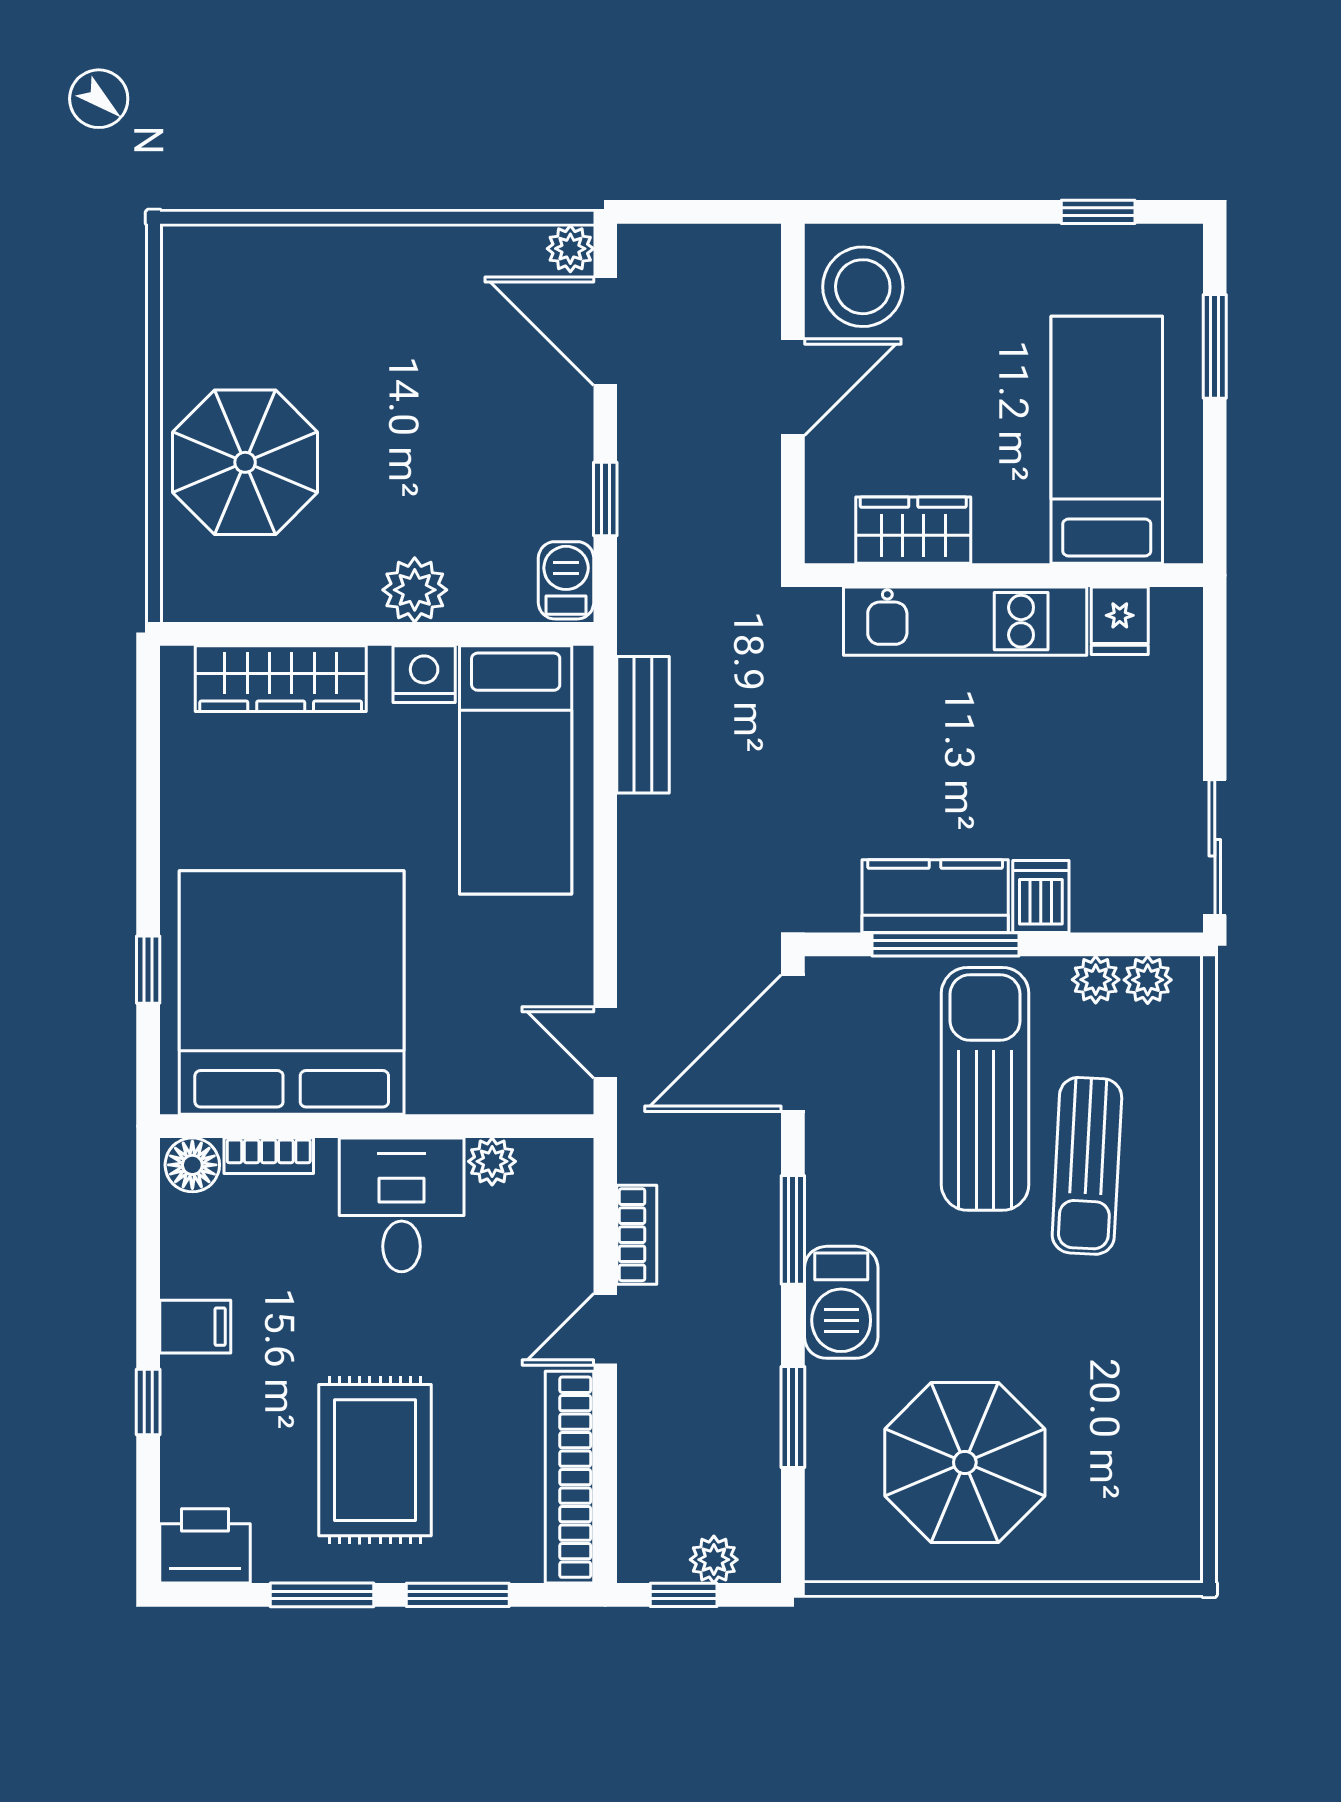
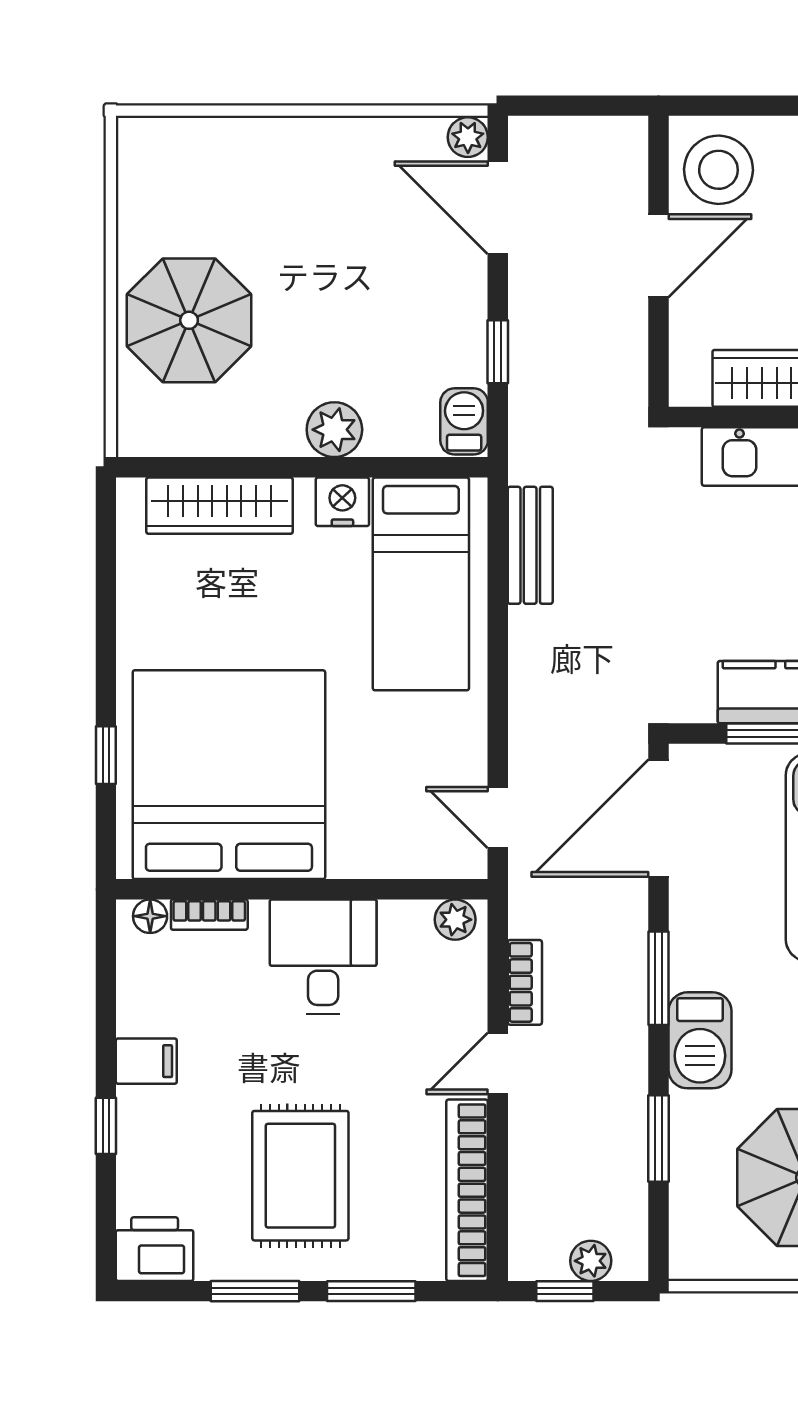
plant: (492, 1161) -> (455, 920), moved
floor lamp: (192, 1165) -> (150, 916), width x0.73, depth x0.73

